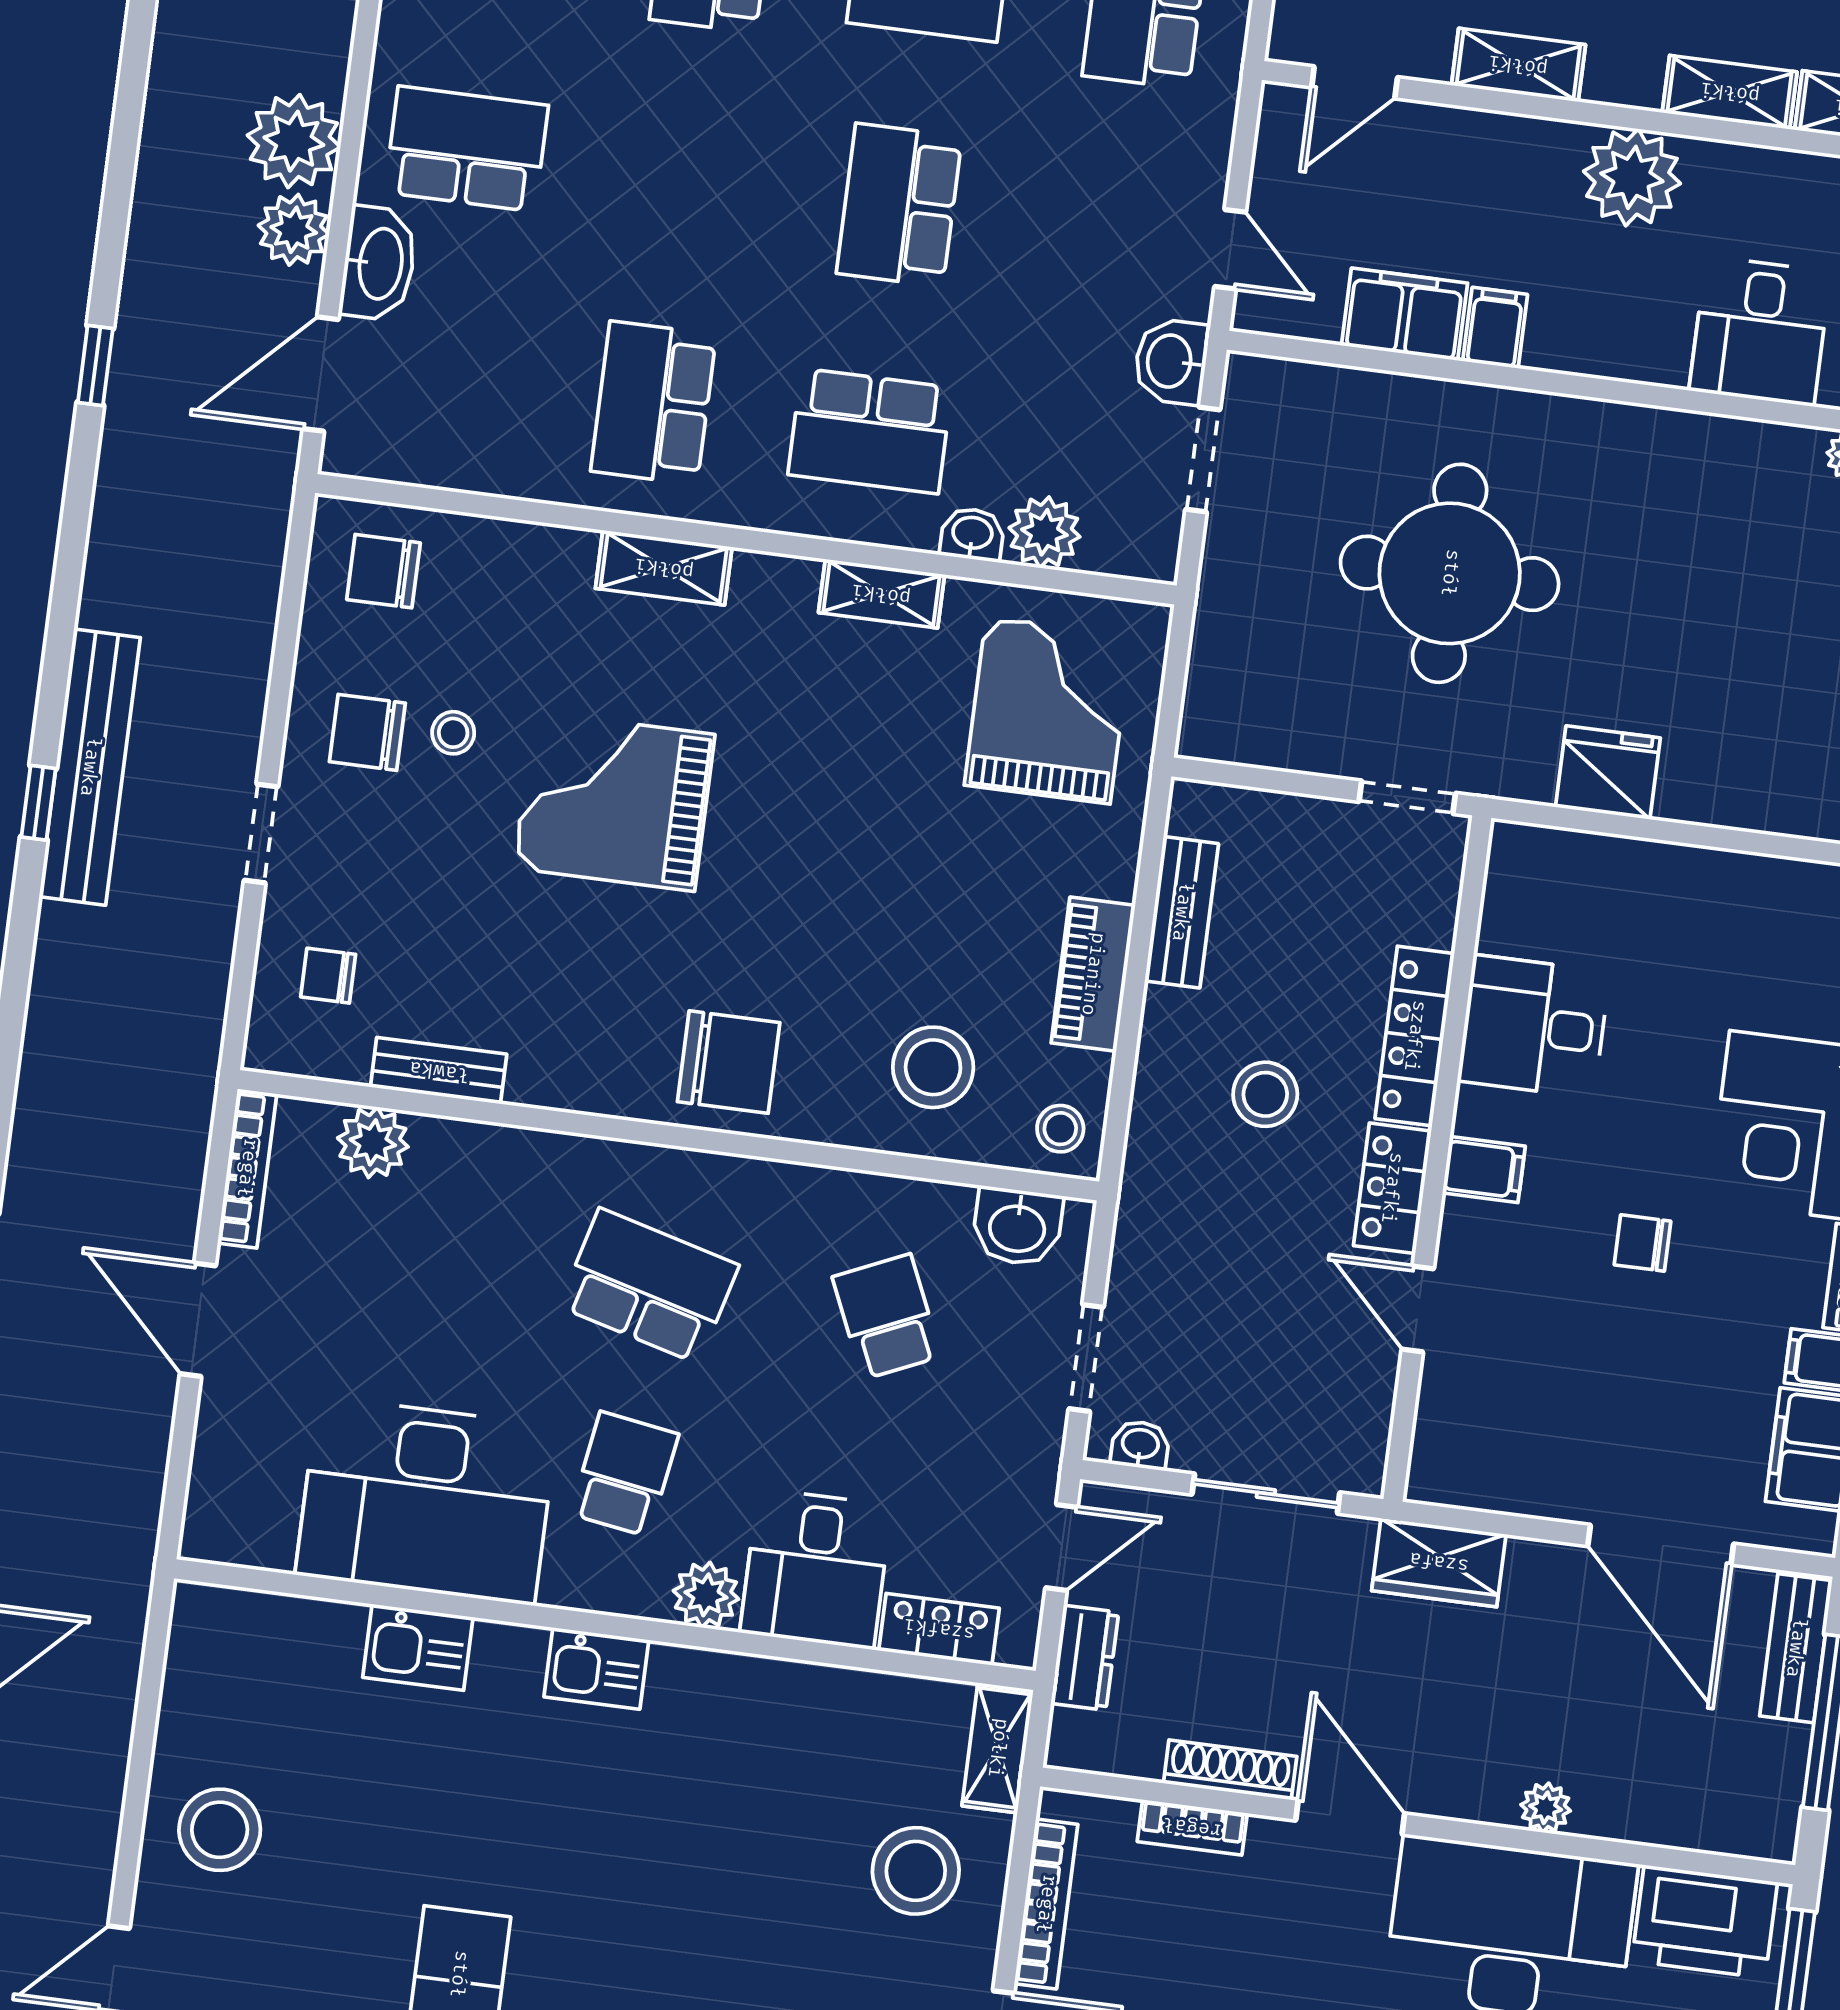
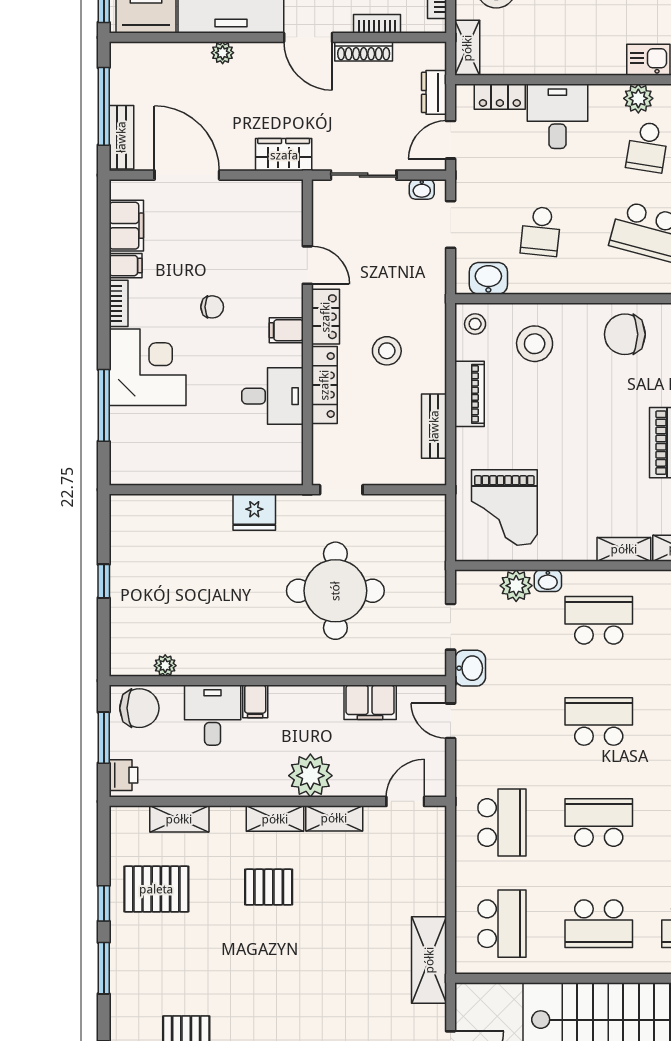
shelving: (1730, 92) -> (275, 819), moved
plant: (1632, 177) -> (310, 776), moved
school desk: (899, 205) -> (599, 721), turned -90
filing cabinet: (1495, 328) -> (255, 701), moved
shelving: (881, 594) -> (624, 549), moved
school desk: (887, 1317) -> (541, 231), turned 30
plant: (706, 1595) -> (638, 98), moved

